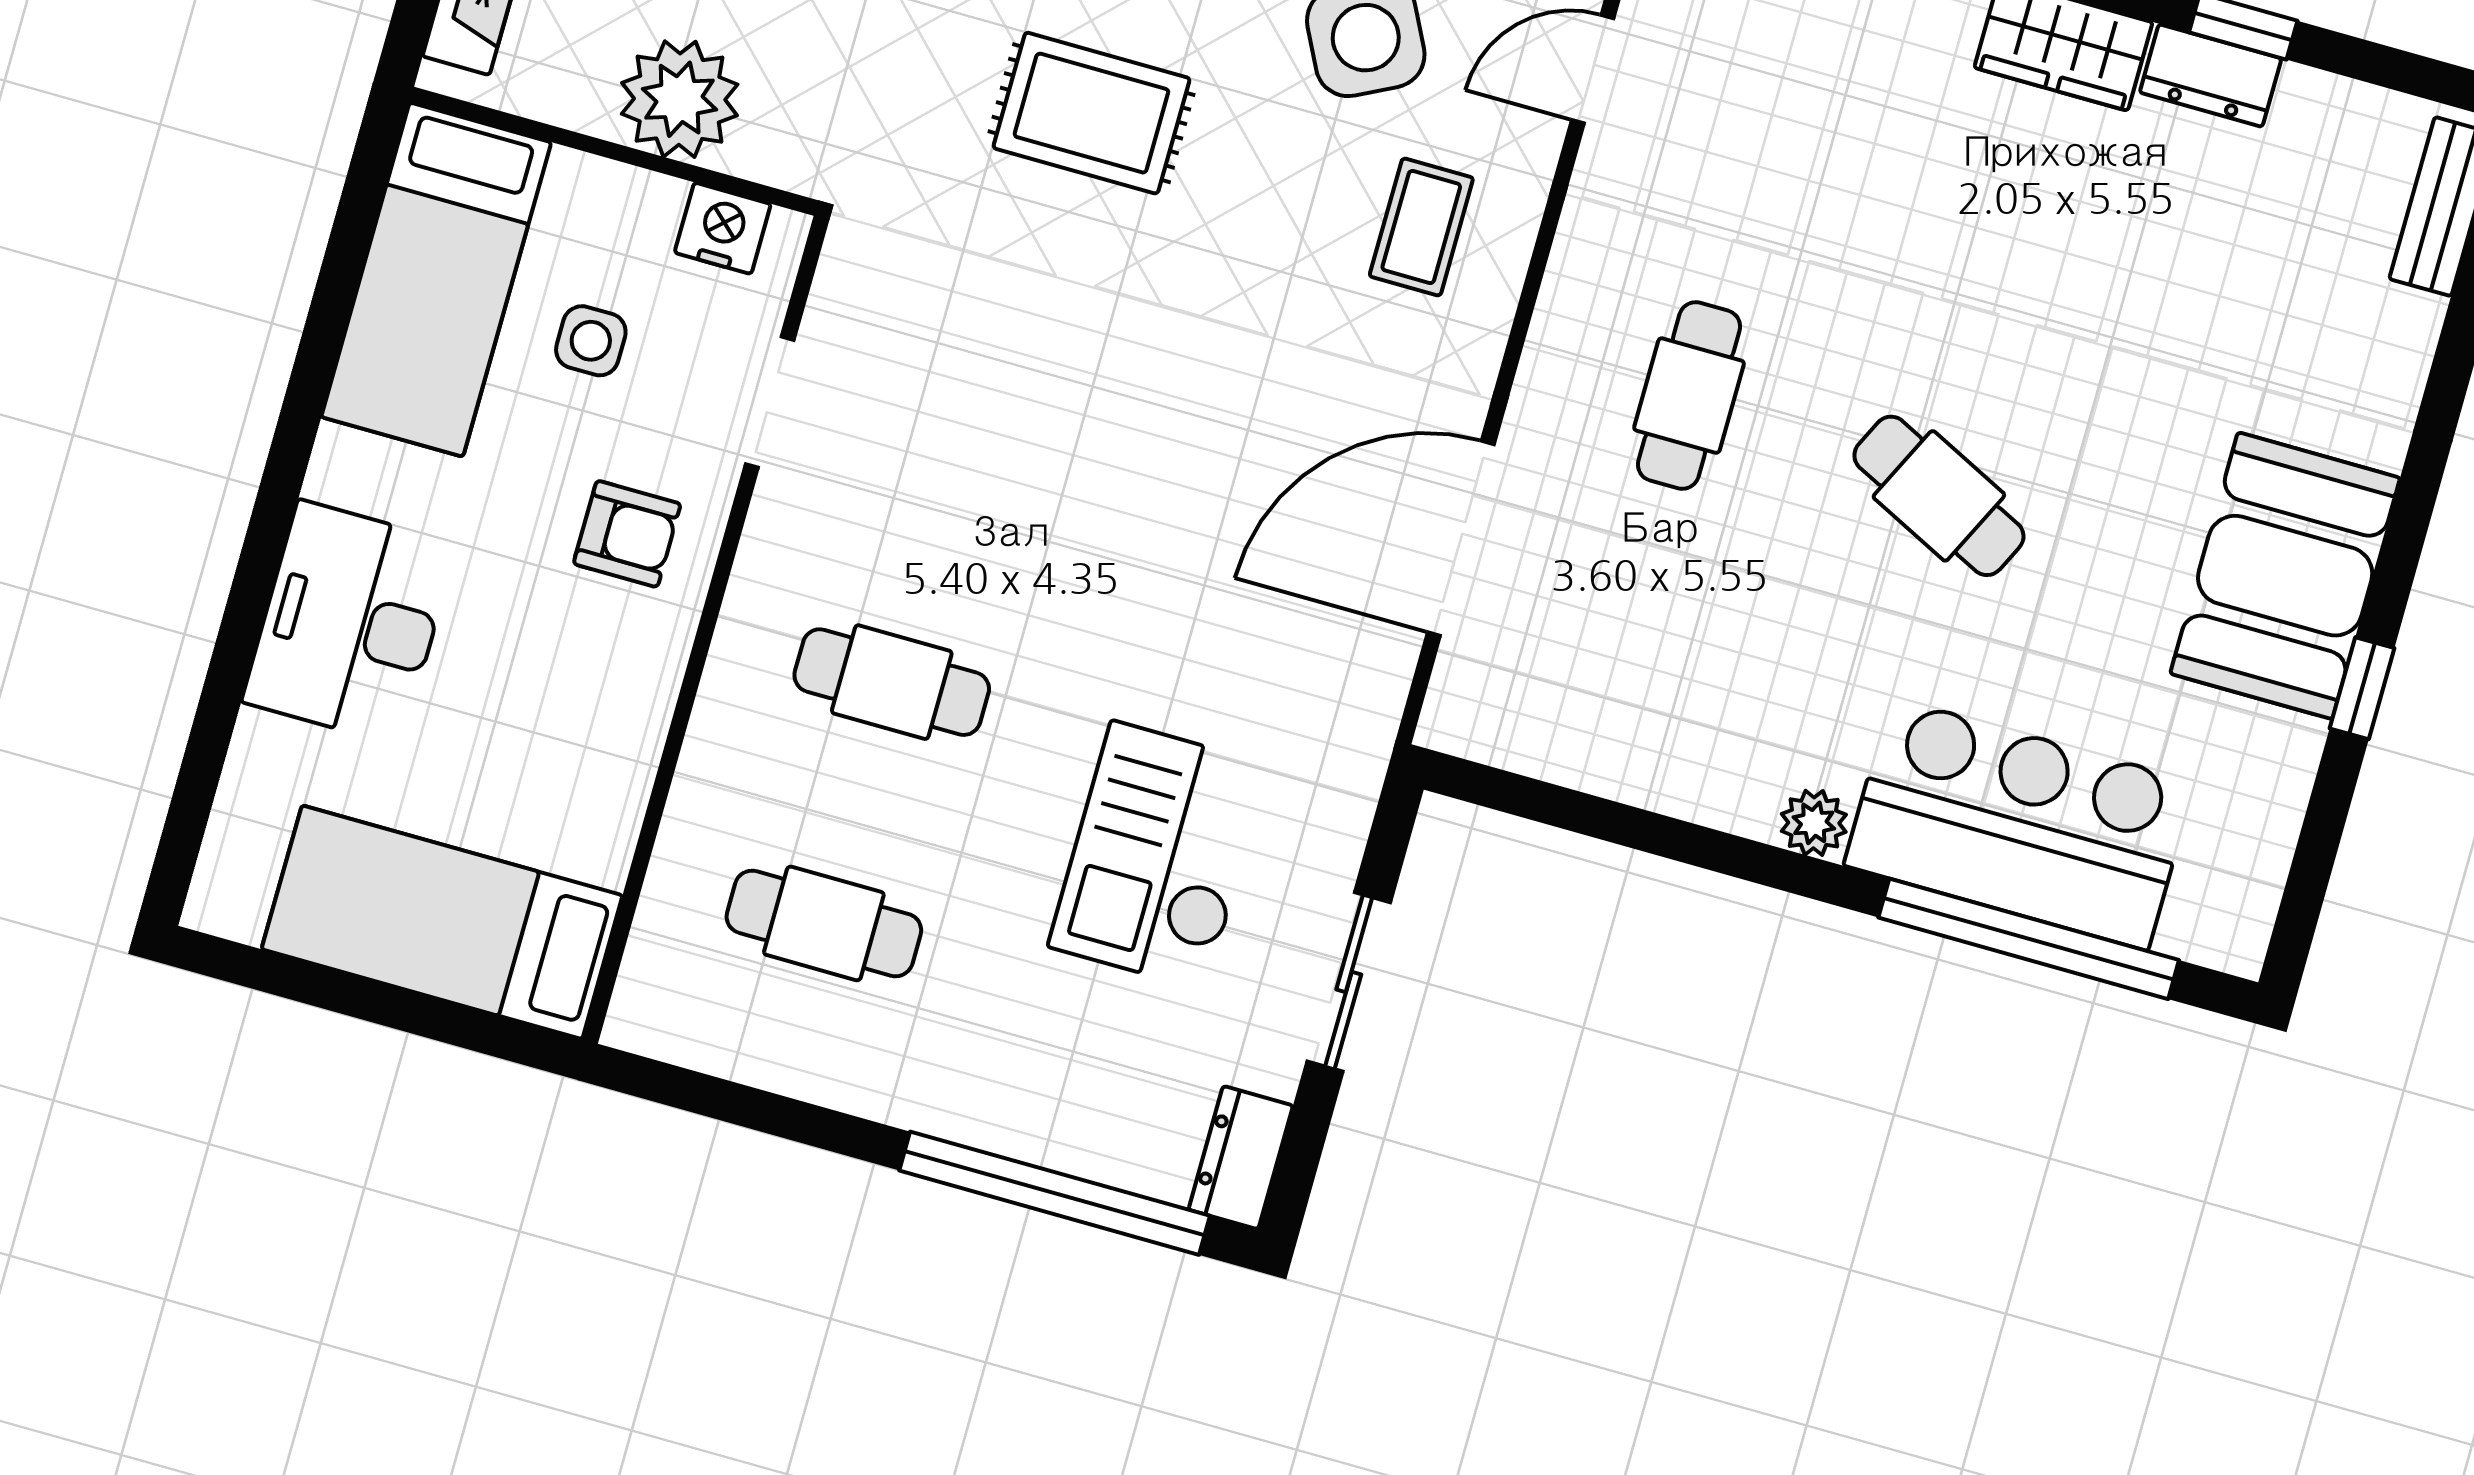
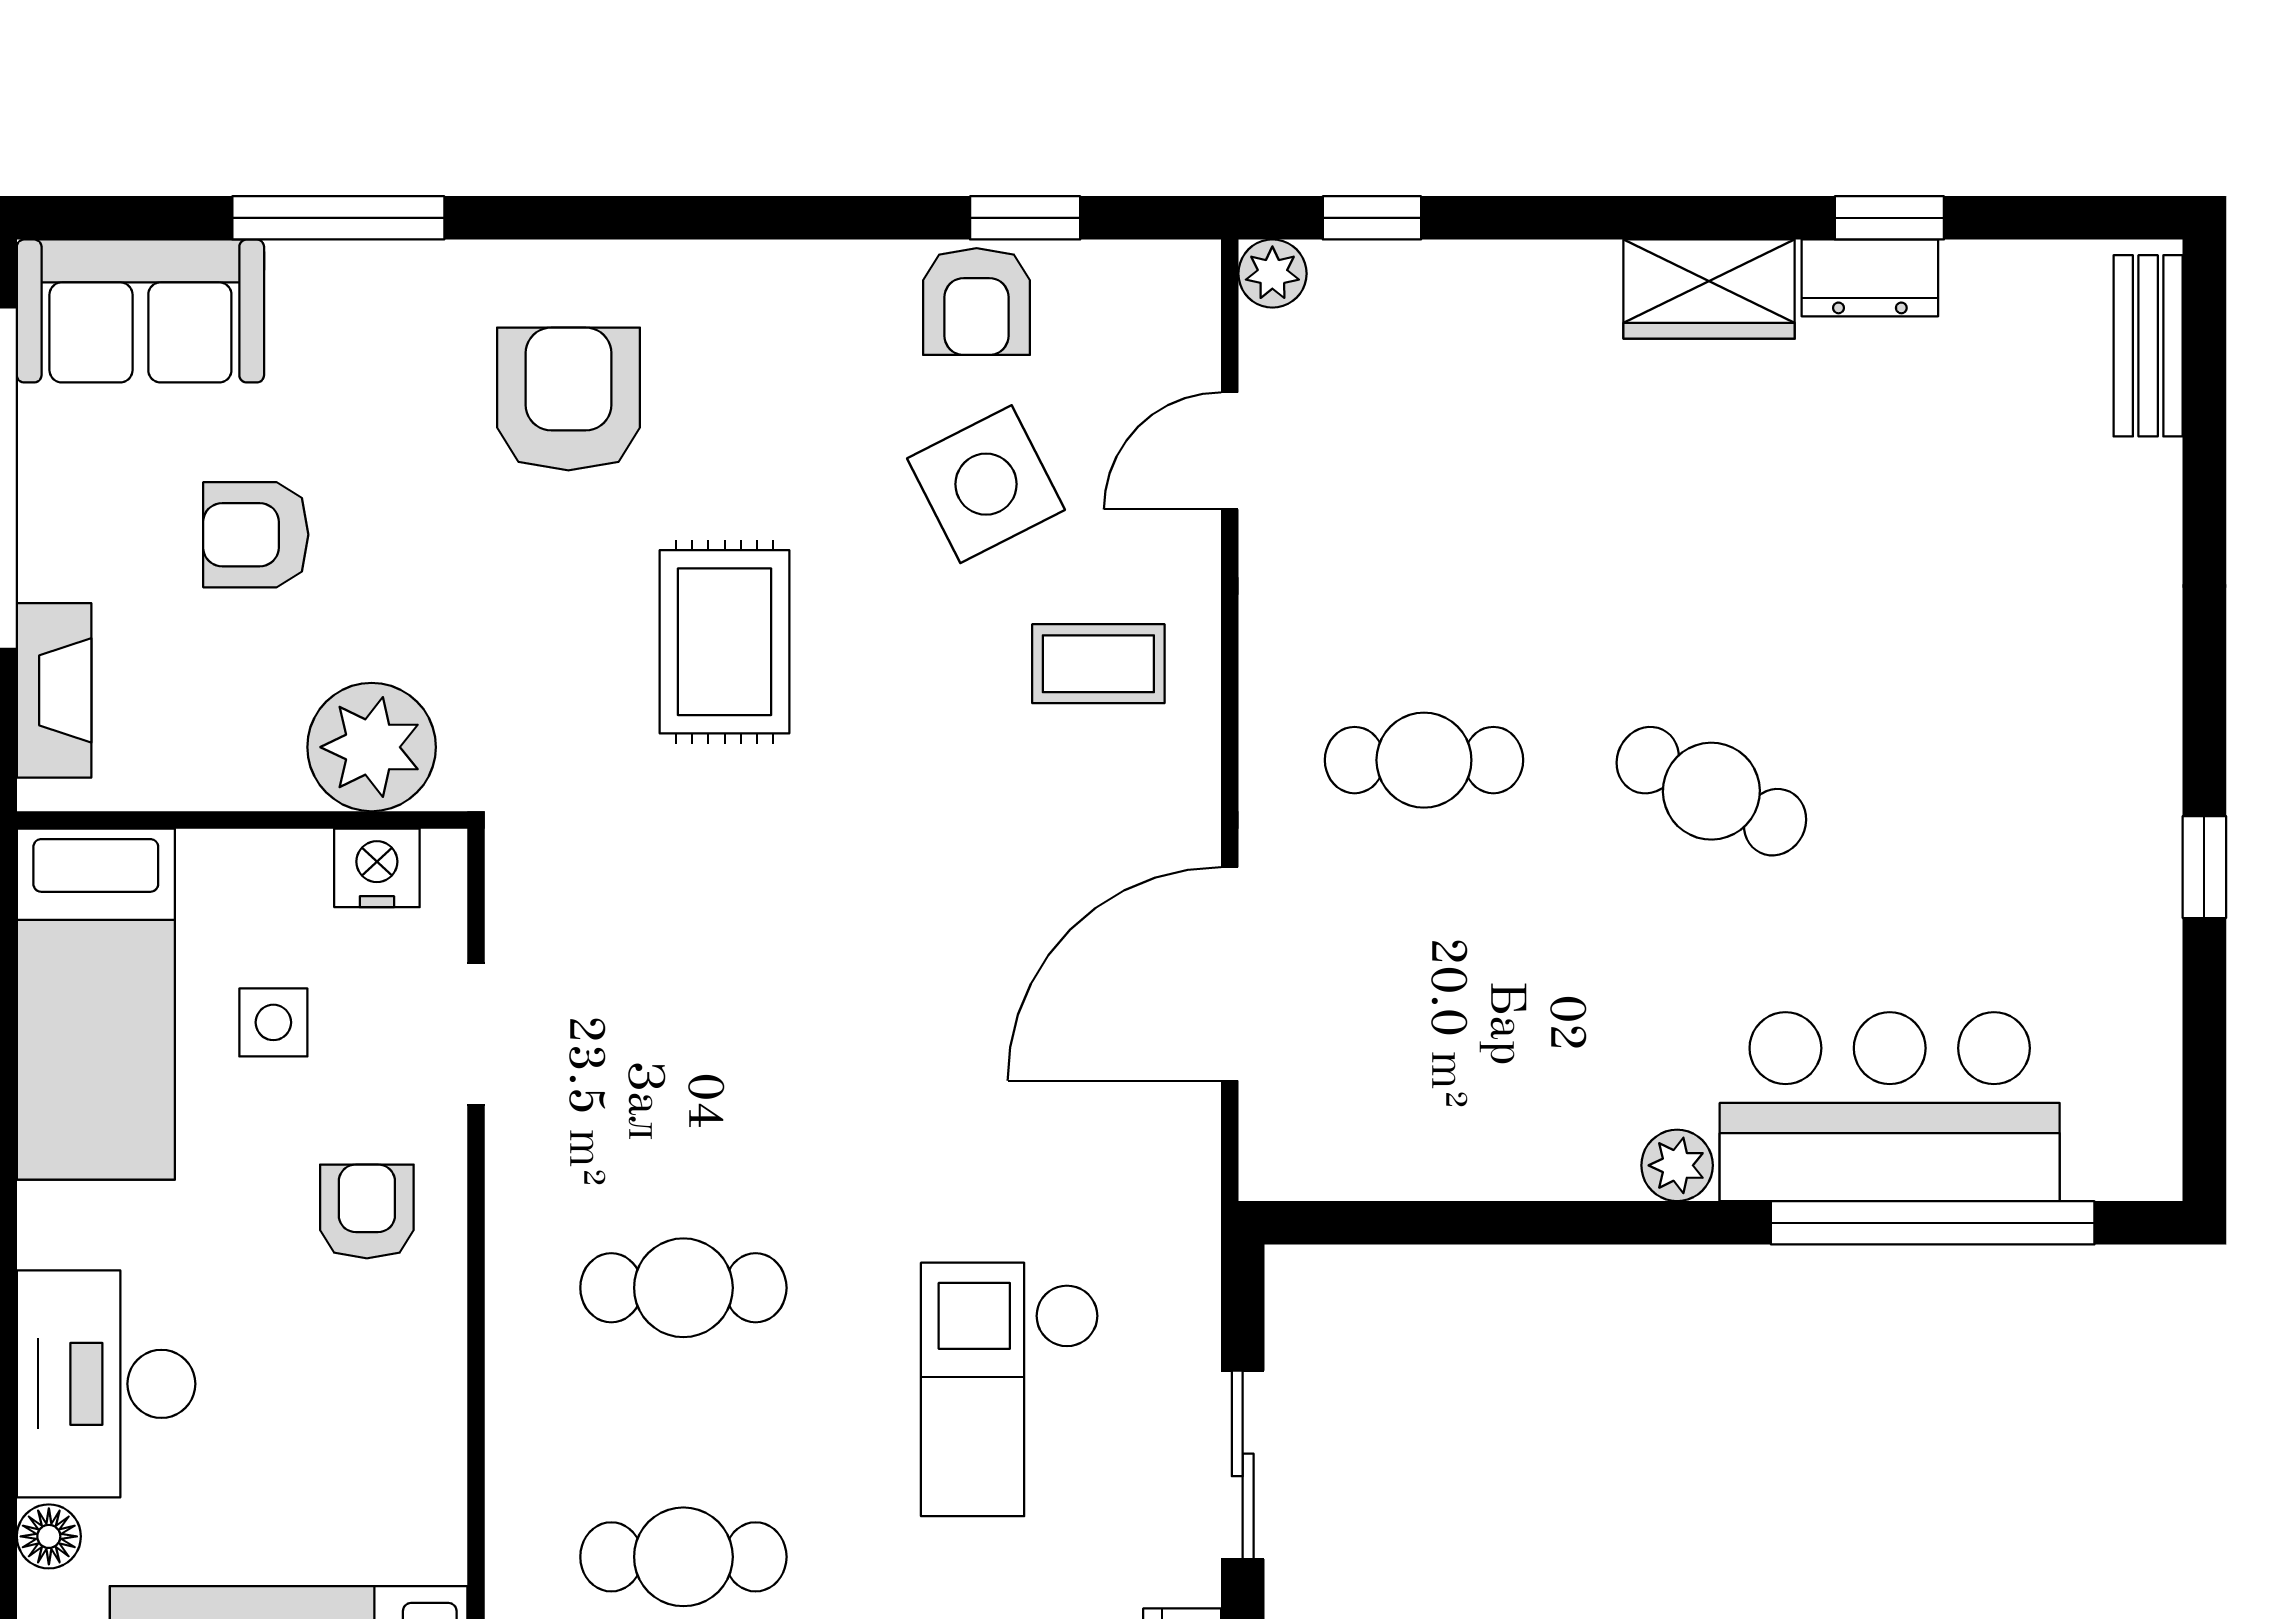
plant: (680, 99) -> (372, 747), moved
rug: (1091, 113) -> (725, 642), turned 90
coffee table: (1421, 227) -> (1098, 664), turned 90
cafe table: (1689, 396) -> (1424, 760), turned 90
armchair: (627, 534) -> (367, 1211), turned -90
booth: (2285, 576) -> (2092, 773), removed
floor lamp: (260, 745) -> (49, 1536), added

